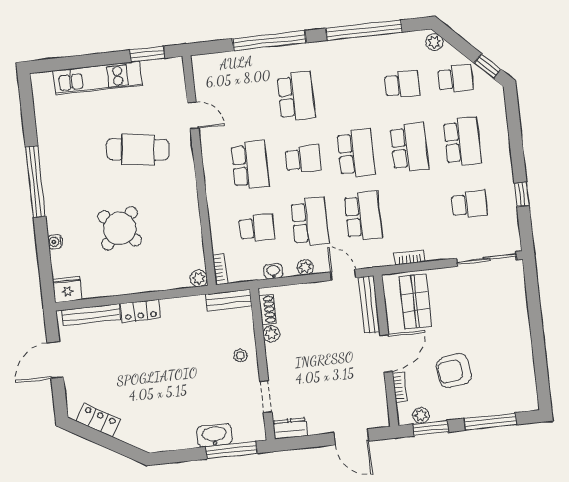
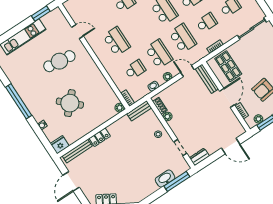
school desk: (303, 159) -> (207, 23), moved

